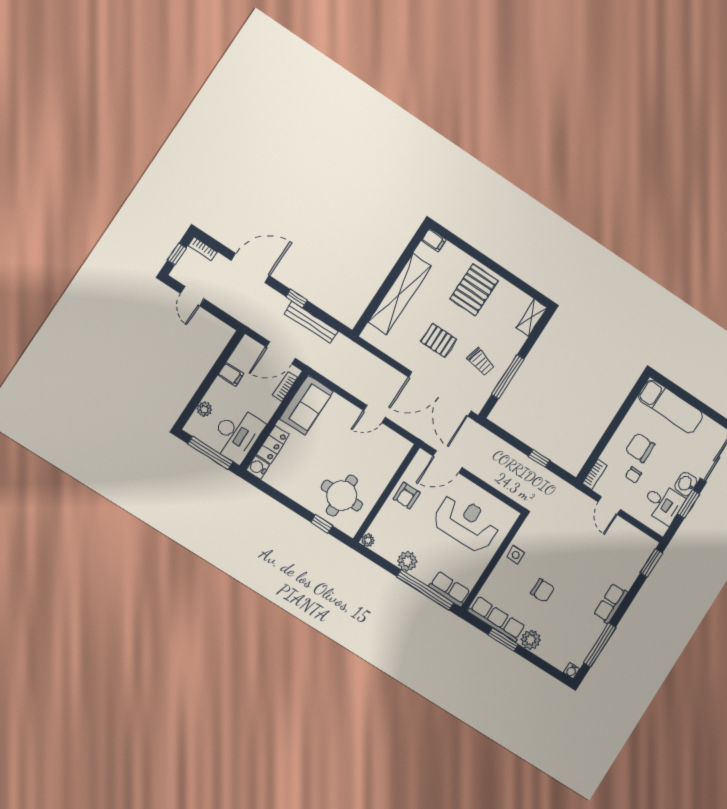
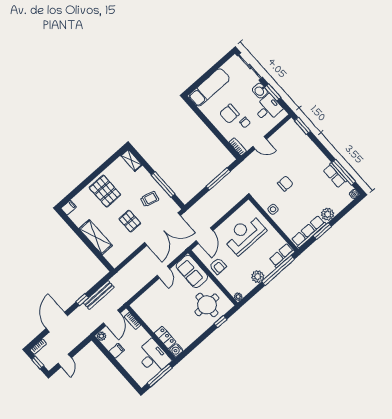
shelving: (400, 294) -> (96, 237), width x0.68
door: (192, 296) -> (65, 361), hinge flipped
pallet: (439, 340) -> (130, 221), turned 90
sofa: (306, 405) -> (192, 271), moved, turned 180
plant: (204, 409) -> (101, 336), moved
window: (539, 458) -> (218, 179), width x2.17
chair: (543, 591) -> (285, 184), moved
row of seats: (611, 603) -> (335, 175), moved

